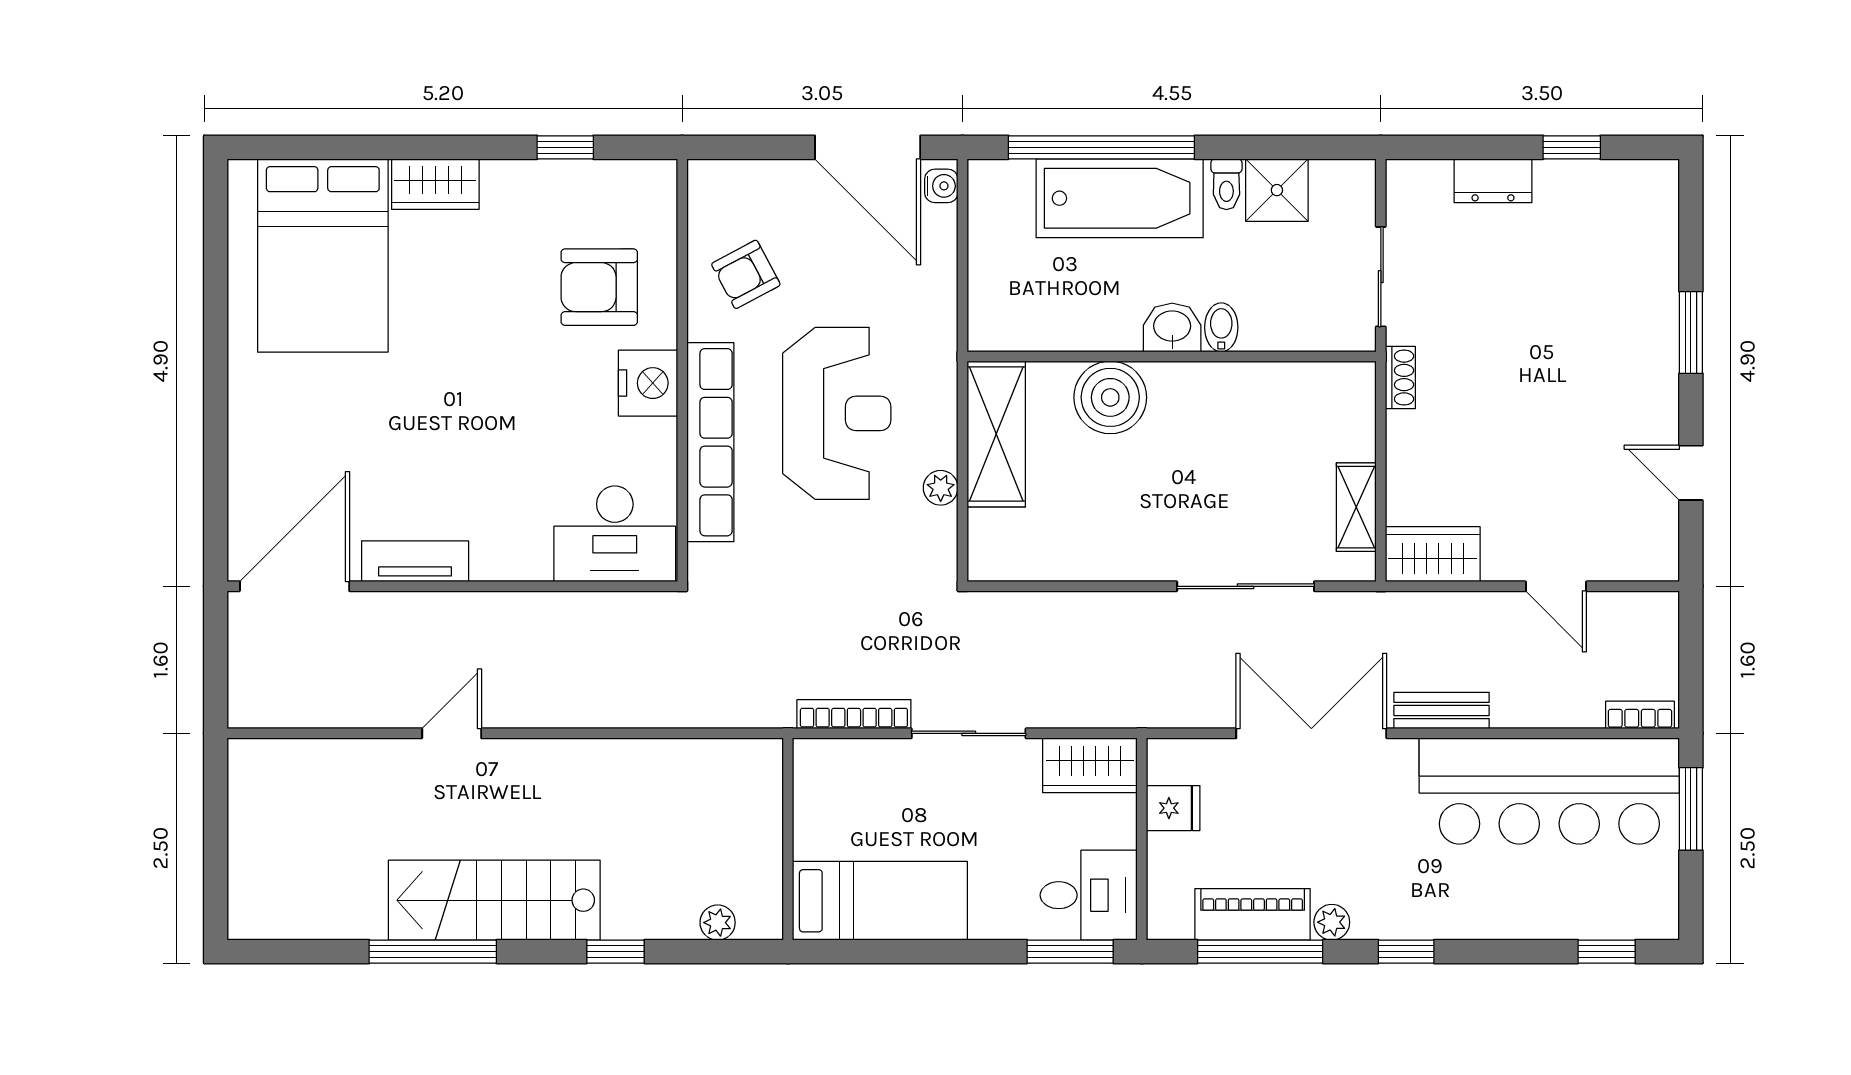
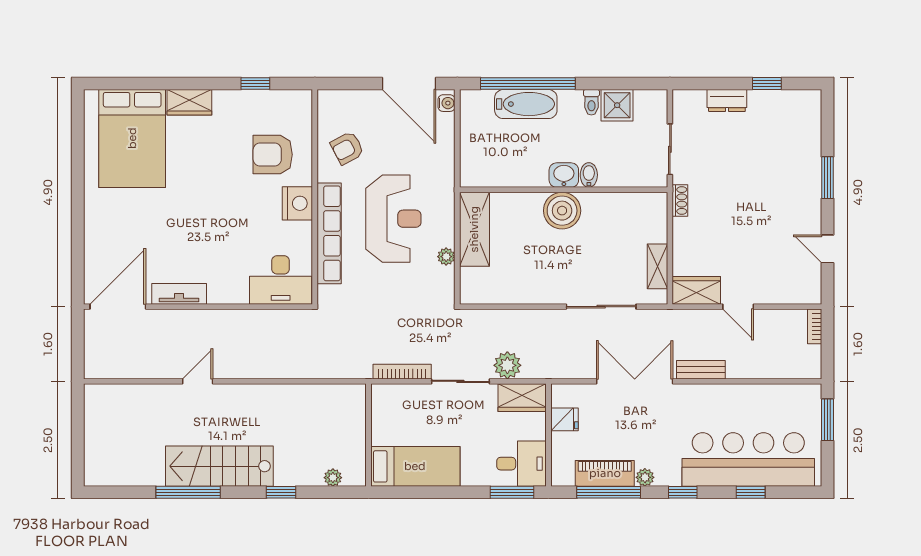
bathtub: (1120, 198) -> (526, 104), width x0.73, depth x0.73
boiler: (1110, 397) -> (562, 211), moved
door: (1556, 586) -> (738, 307), moved
plant: (1061, 702) -> (507, 365), added
bookcase: (1640, 715) -> (815, 326), moved, turned -90
bar counter: (1549, 791) -> (748, 459), moved, turned 180
window: (1607, 952) -> (751, 492), moved

